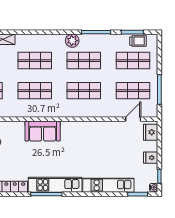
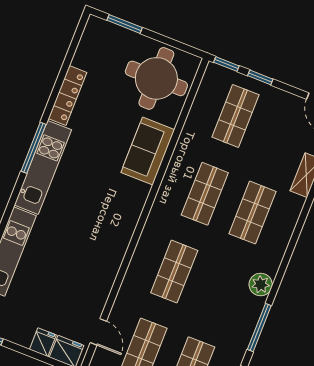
shop shelf: (84, 61) -> (222, 290), removed
sofa: (43, 131) -> (148, 151), moved
fridge: (151, 158) -> (43, 342), moved

